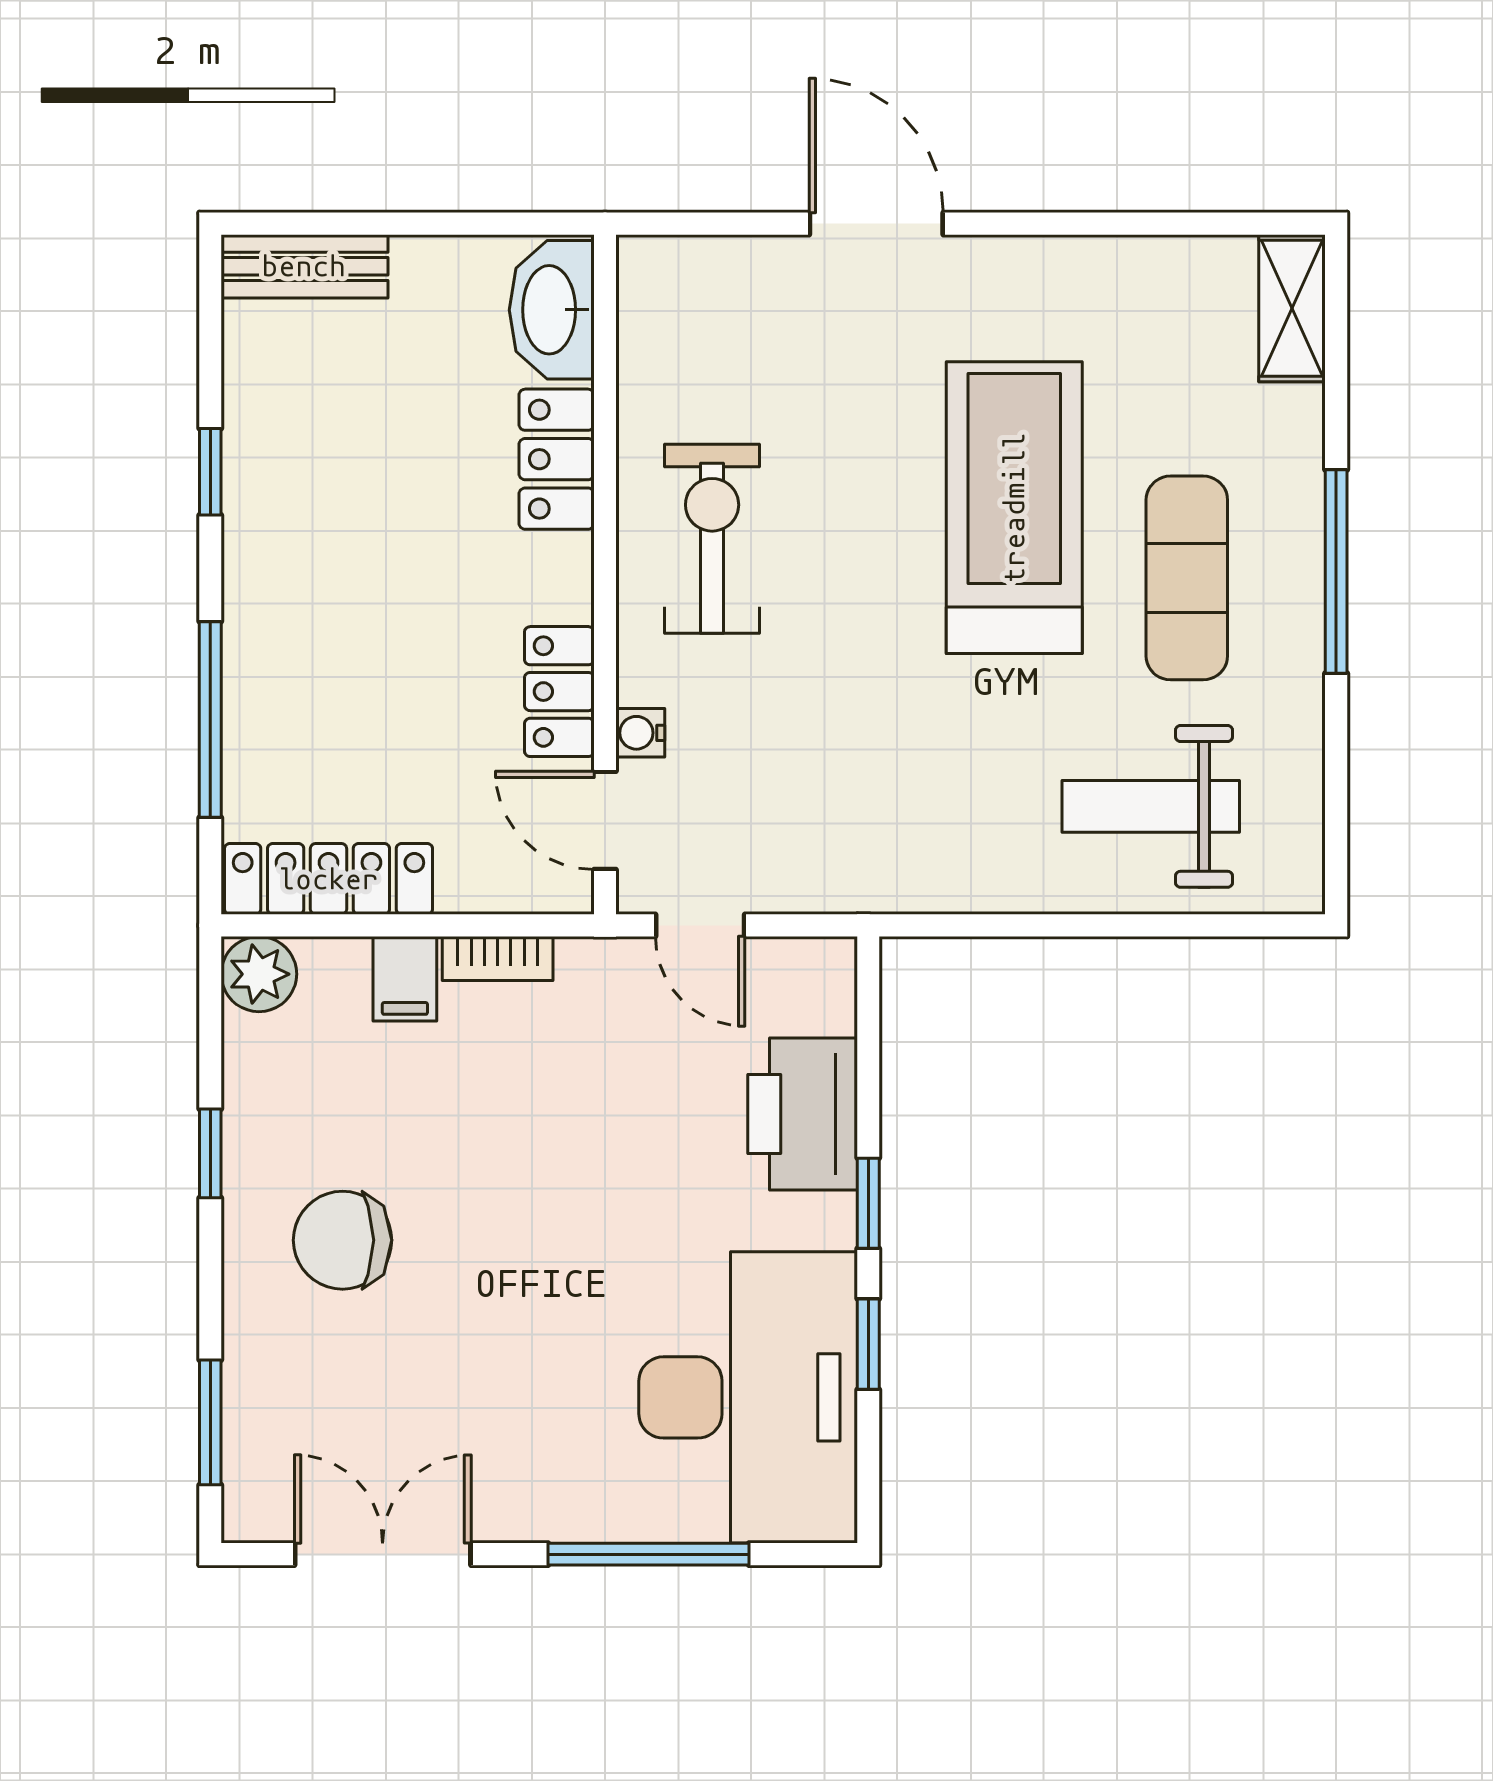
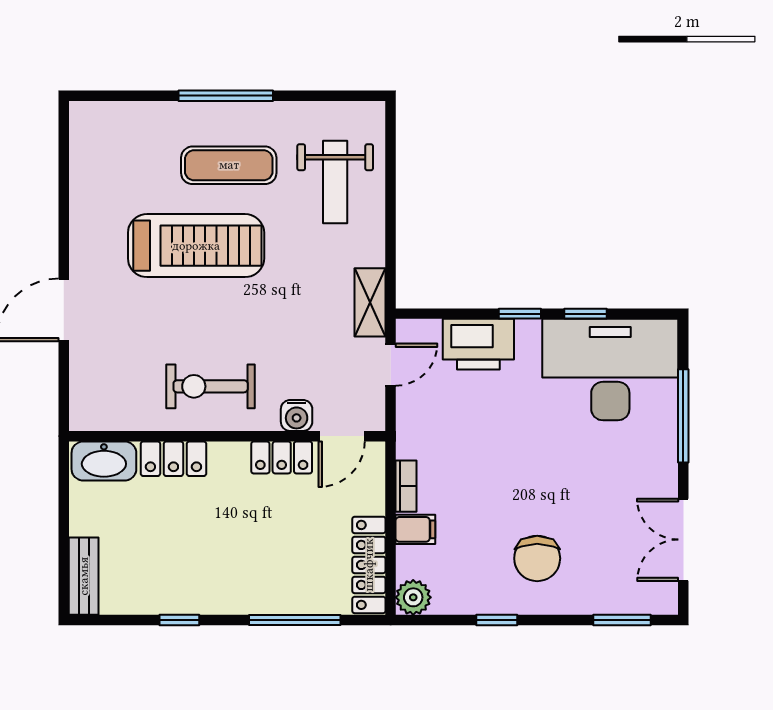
shelving: (1292, 308) -> (370, 302), moved, turned 90
treadmill: (1014, 508) -> (196, 246), turned 180
water cooler: (640, 733) -> (297, 415), width x1.38, depth x1.38
door: (700, 925) -> (391, 365), moved

